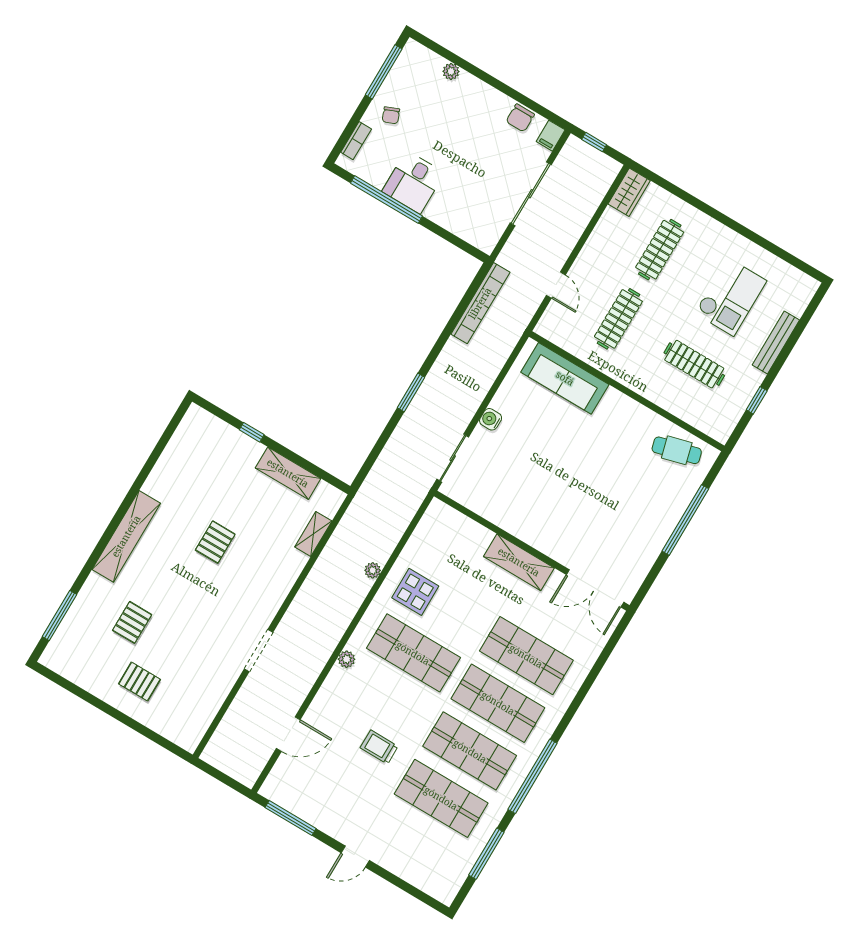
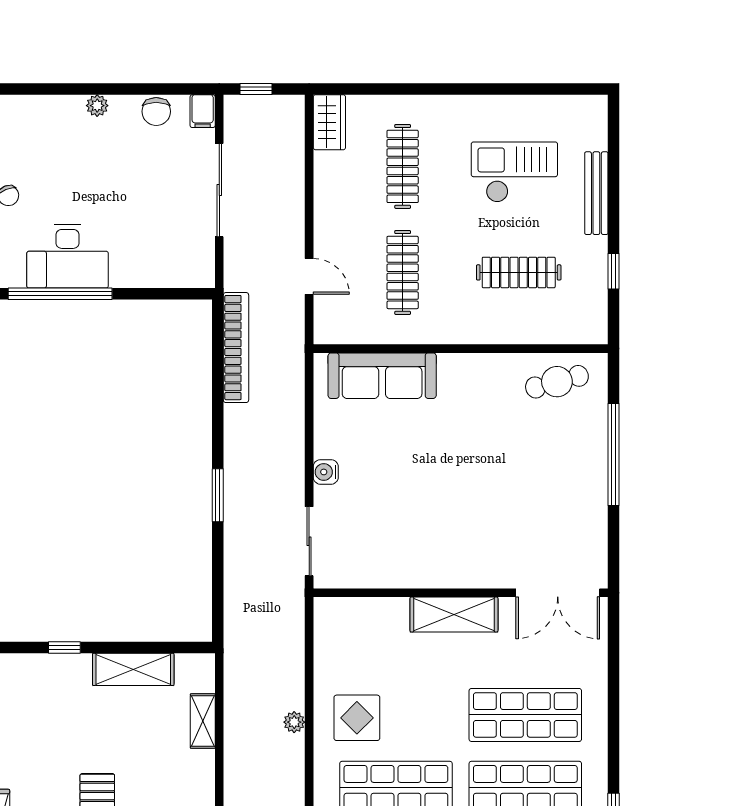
plant: (451, 71) -> (97, 106), moved
desk: (413, 182) -> (68, 256), width x1.37
checkout: (731, 297) -> (514, 172), turned -90

